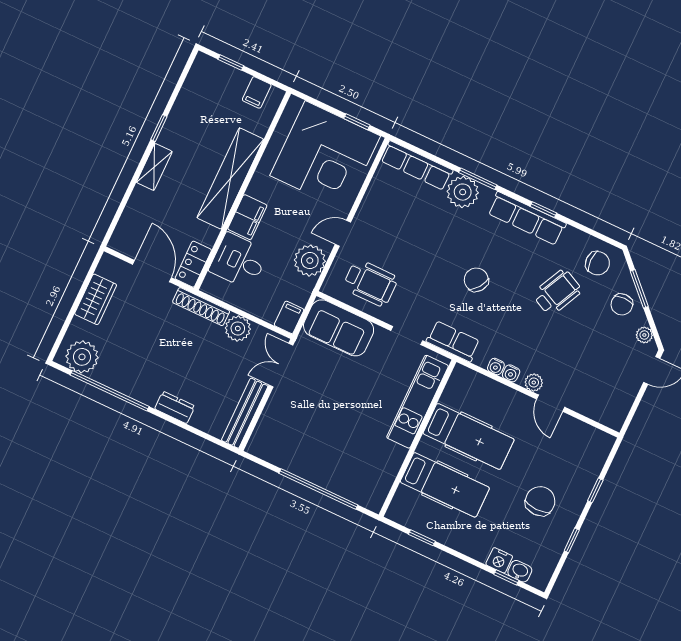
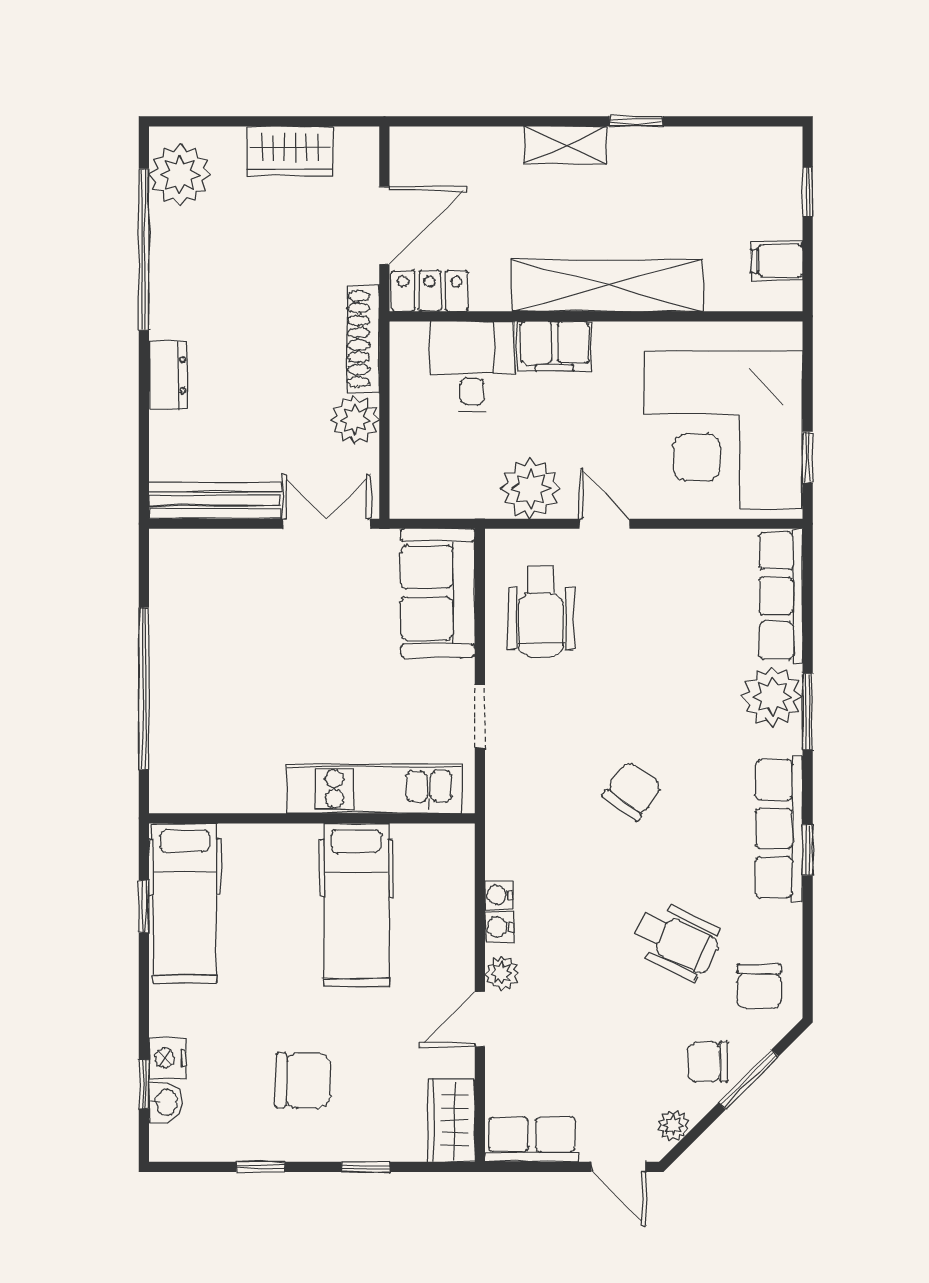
filing cabinet: (289, 317) -> (416, 499), removed
row of seats: (453, 341) -> (532, 1139), moved, turned -90
wardrobe: (592, 440) -> (451, 1121), added
hospital bed: (445, 485) -> (185, 903), moved

